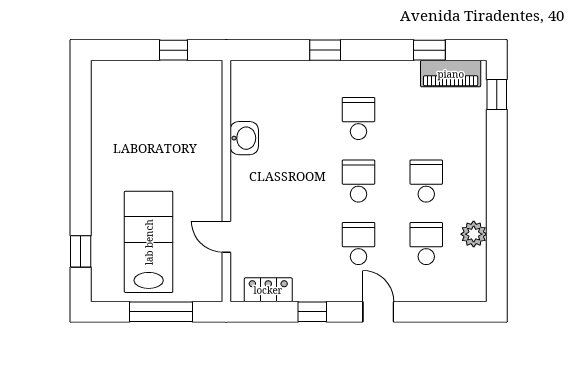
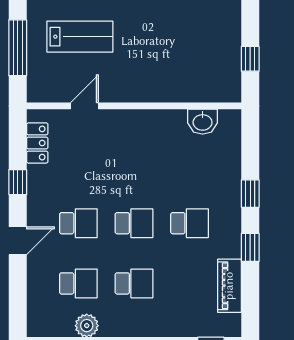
window: (429, 50) -> (250, 247), moved
piano: (451, 74) -> (229, 286), moved
washbasin: (244, 138) -> (203, 122), moved
lab bench: (149, 242) -> (80, 37), width x0.73, depth x0.72

